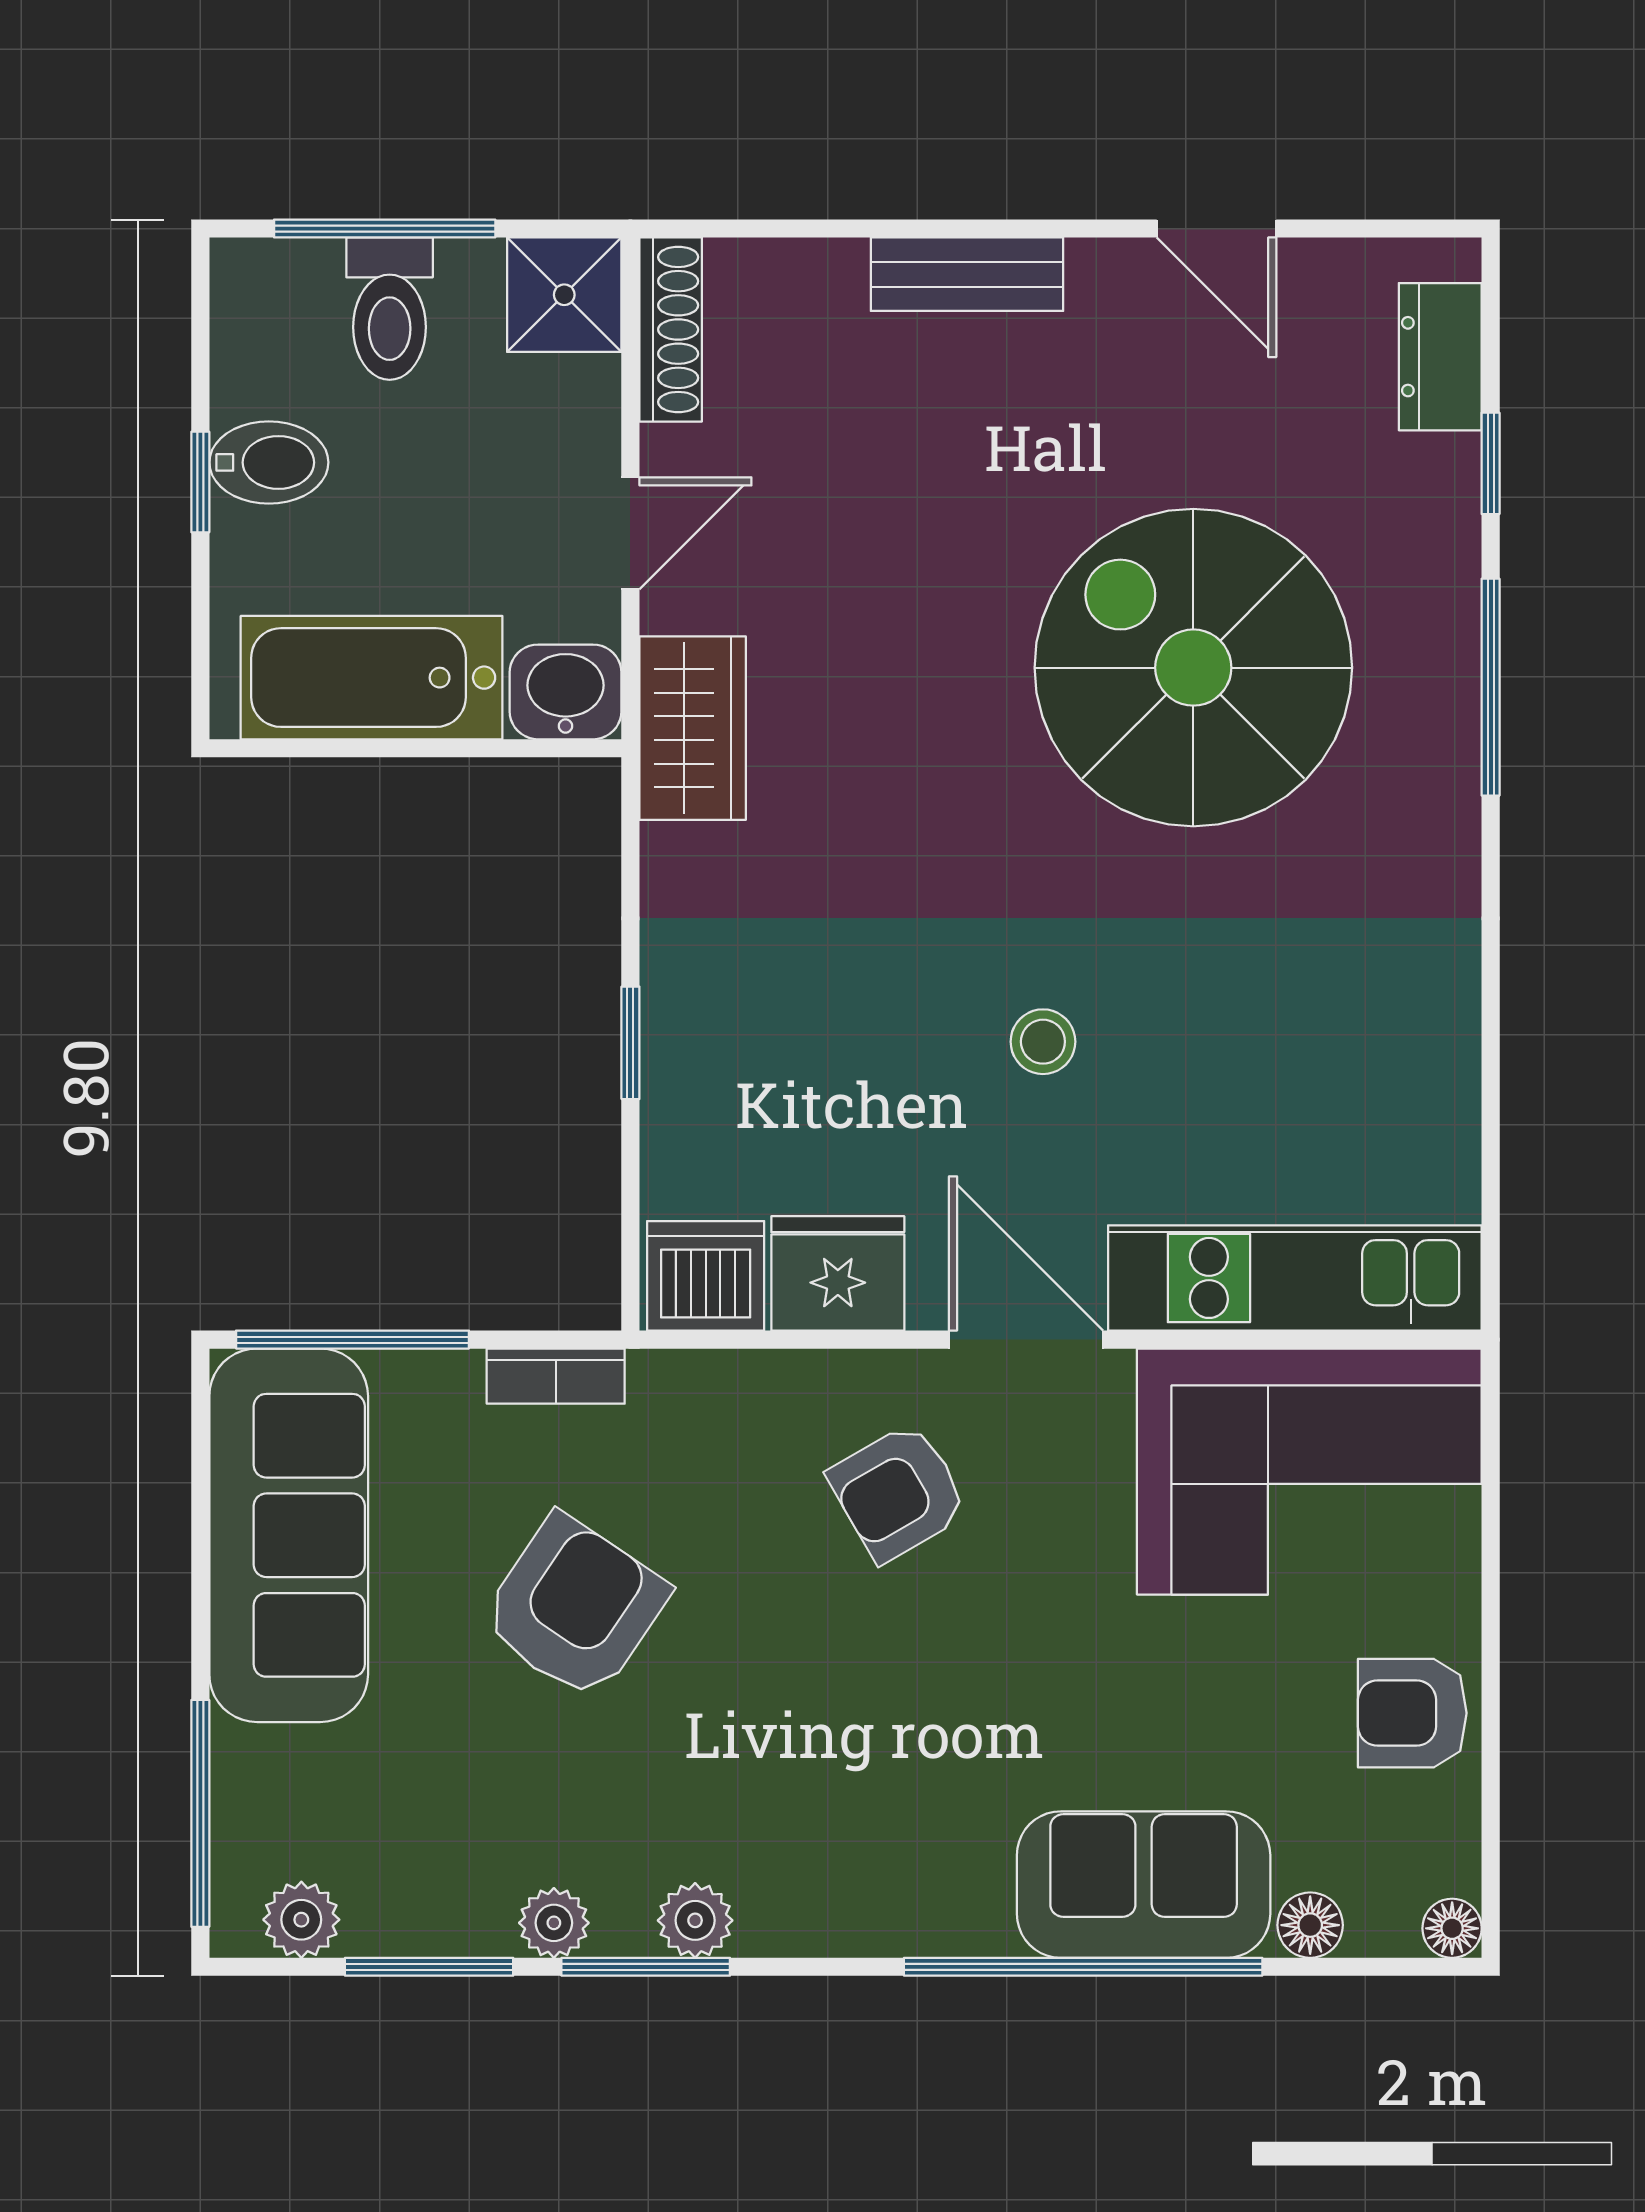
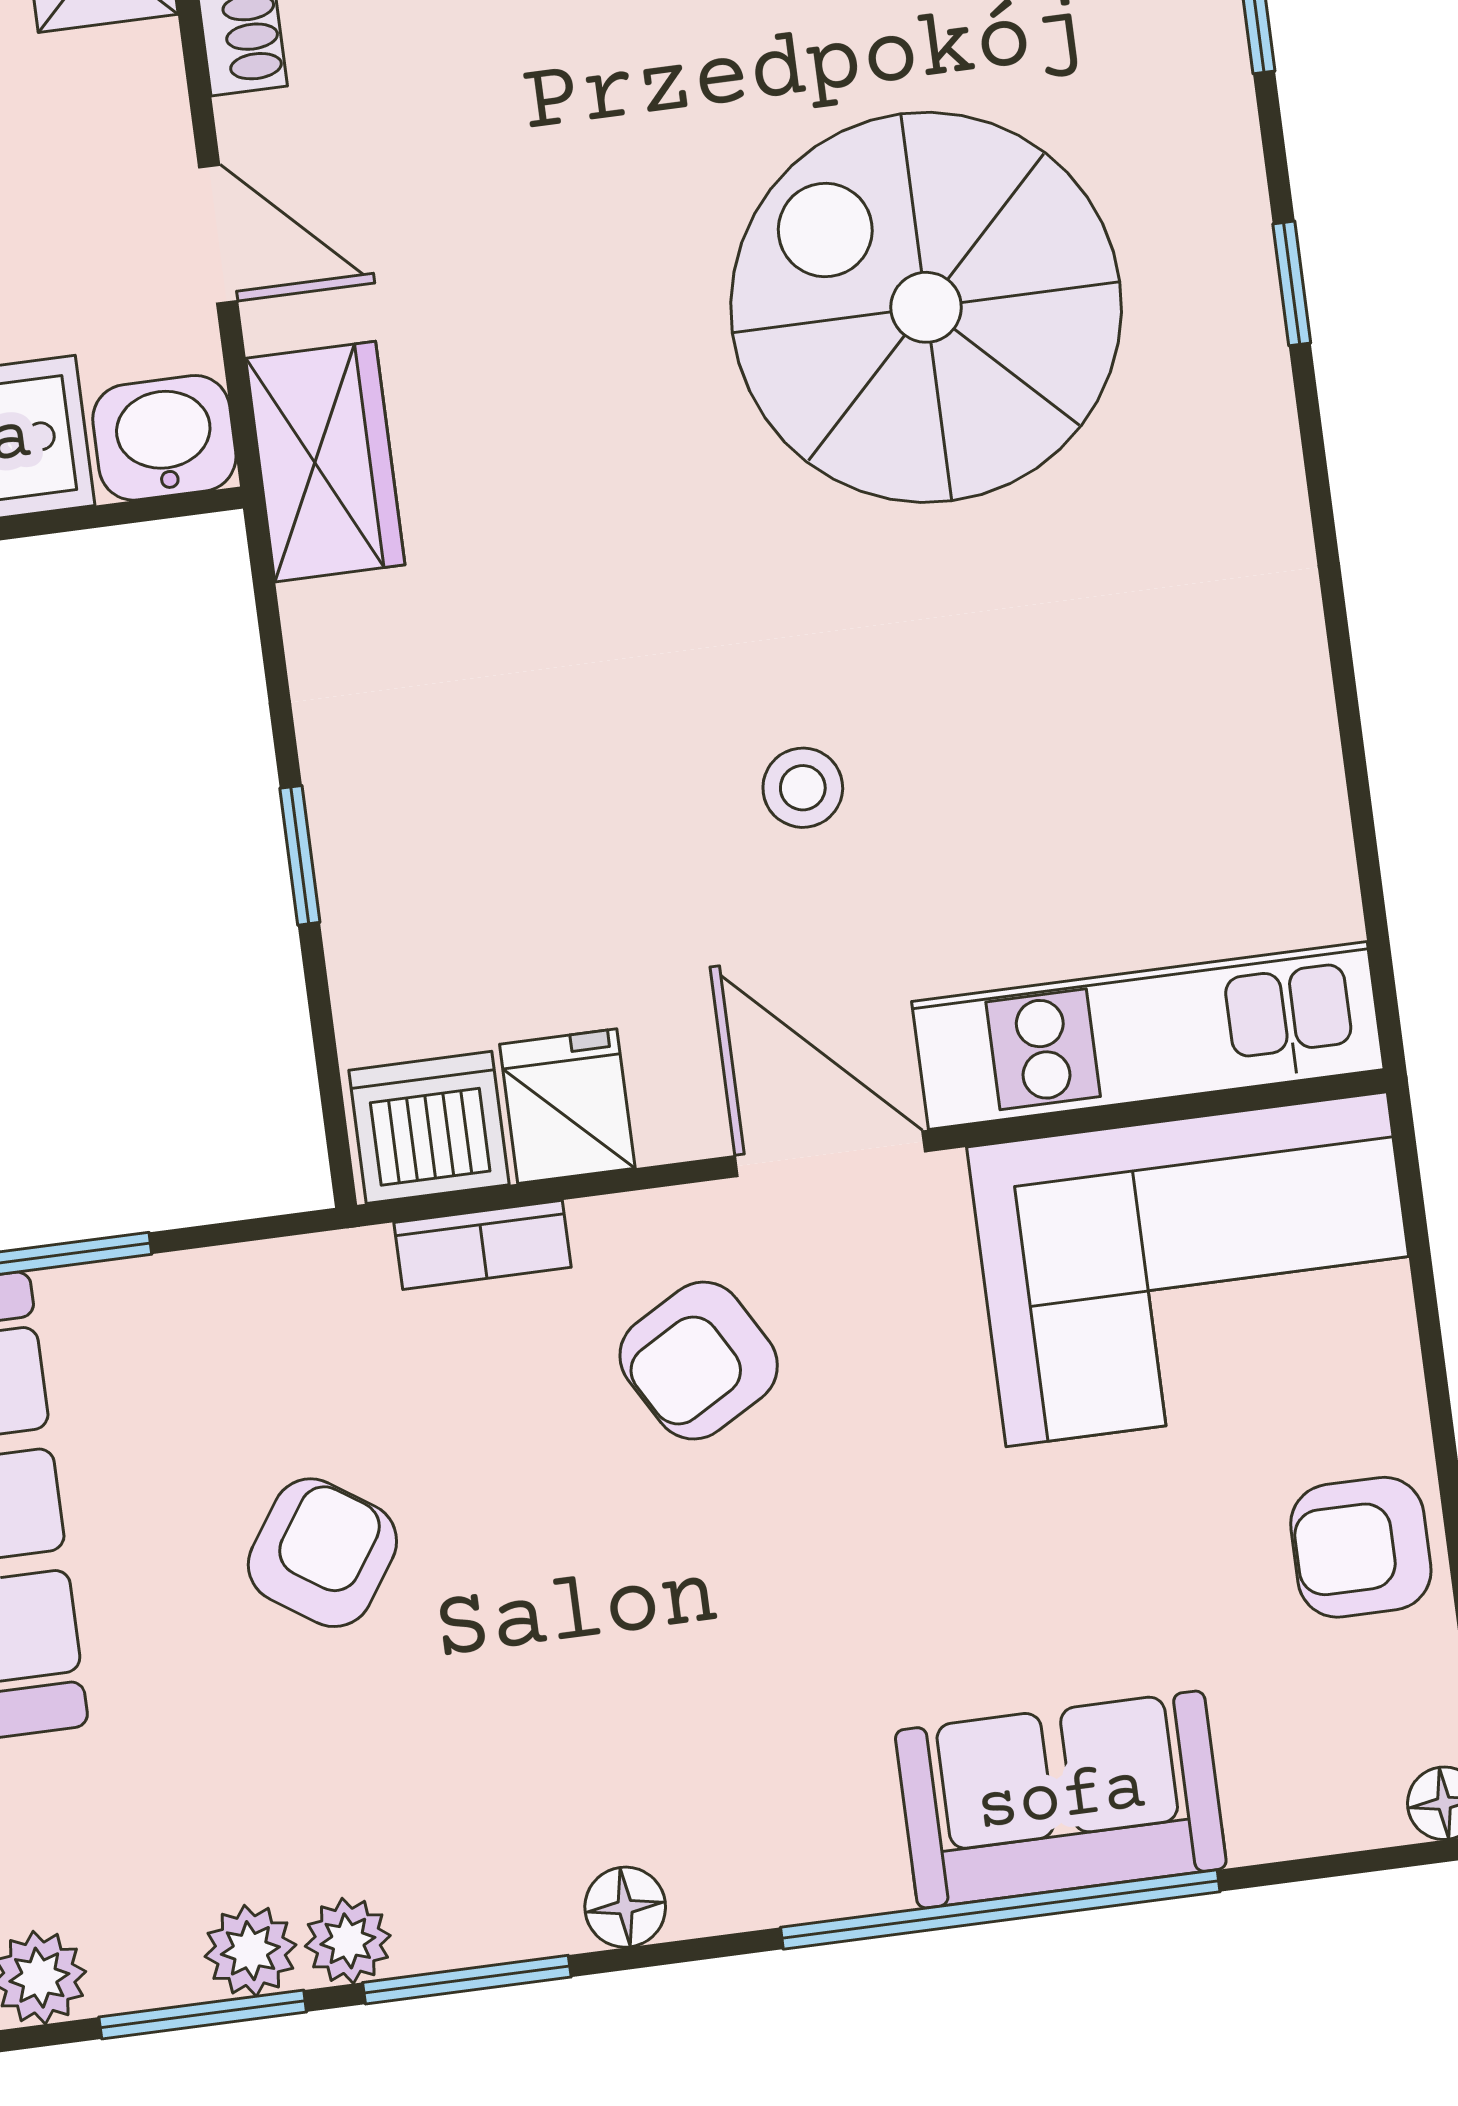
door: (630, 533) -> (218, 234), hinge flipped
window: (1491, 687) -> (1292, 283), width x0.46
fridge: (838, 1273) -> (567, 1106), width x0.72
bookcase: (556, 1376) -> (483, 1245), moved
armchair: (575, 1607) -> (322, 1553), width x0.72, depth x0.72
plant: (695, 1920) -> (250, 1951), moved
floor lamp: (1310, 1925) -> (625, 1907), moved

